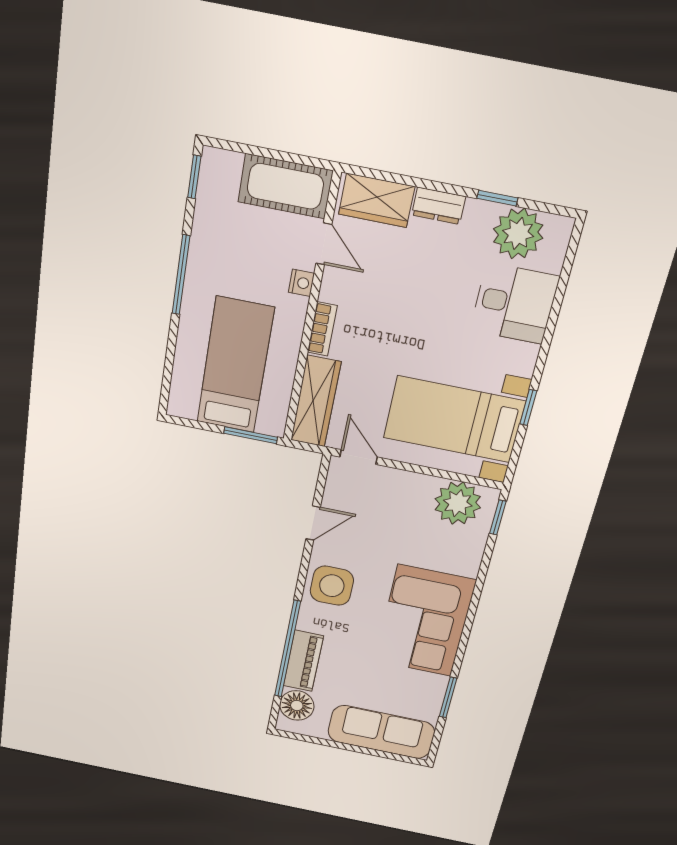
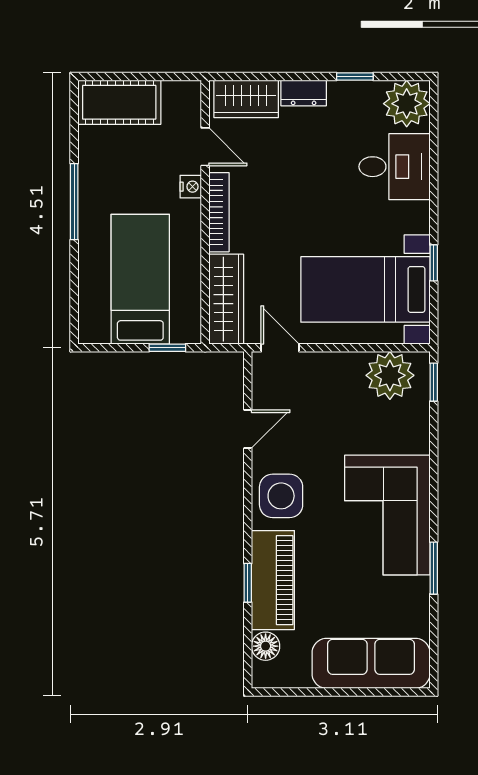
window: (194, 177) -> (74, 110), removed
cot: (285, 186) -> (119, 102), moved
plant: (518, 234) -> (407, 104), moved
bookcase: (322, 329) -> (219, 212), width x1.56
window: (251, 435) -> (167, 348), width x0.67
window: (287, 649) -> (248, 583), width x0.32
piano: (303, 661) -> (273, 580), width x1.37, depth x1.33
window: (448, 697) -> (434, 568), moved
floor lamp: (297, 705) -> (266, 646), width x0.73, depth x0.73

